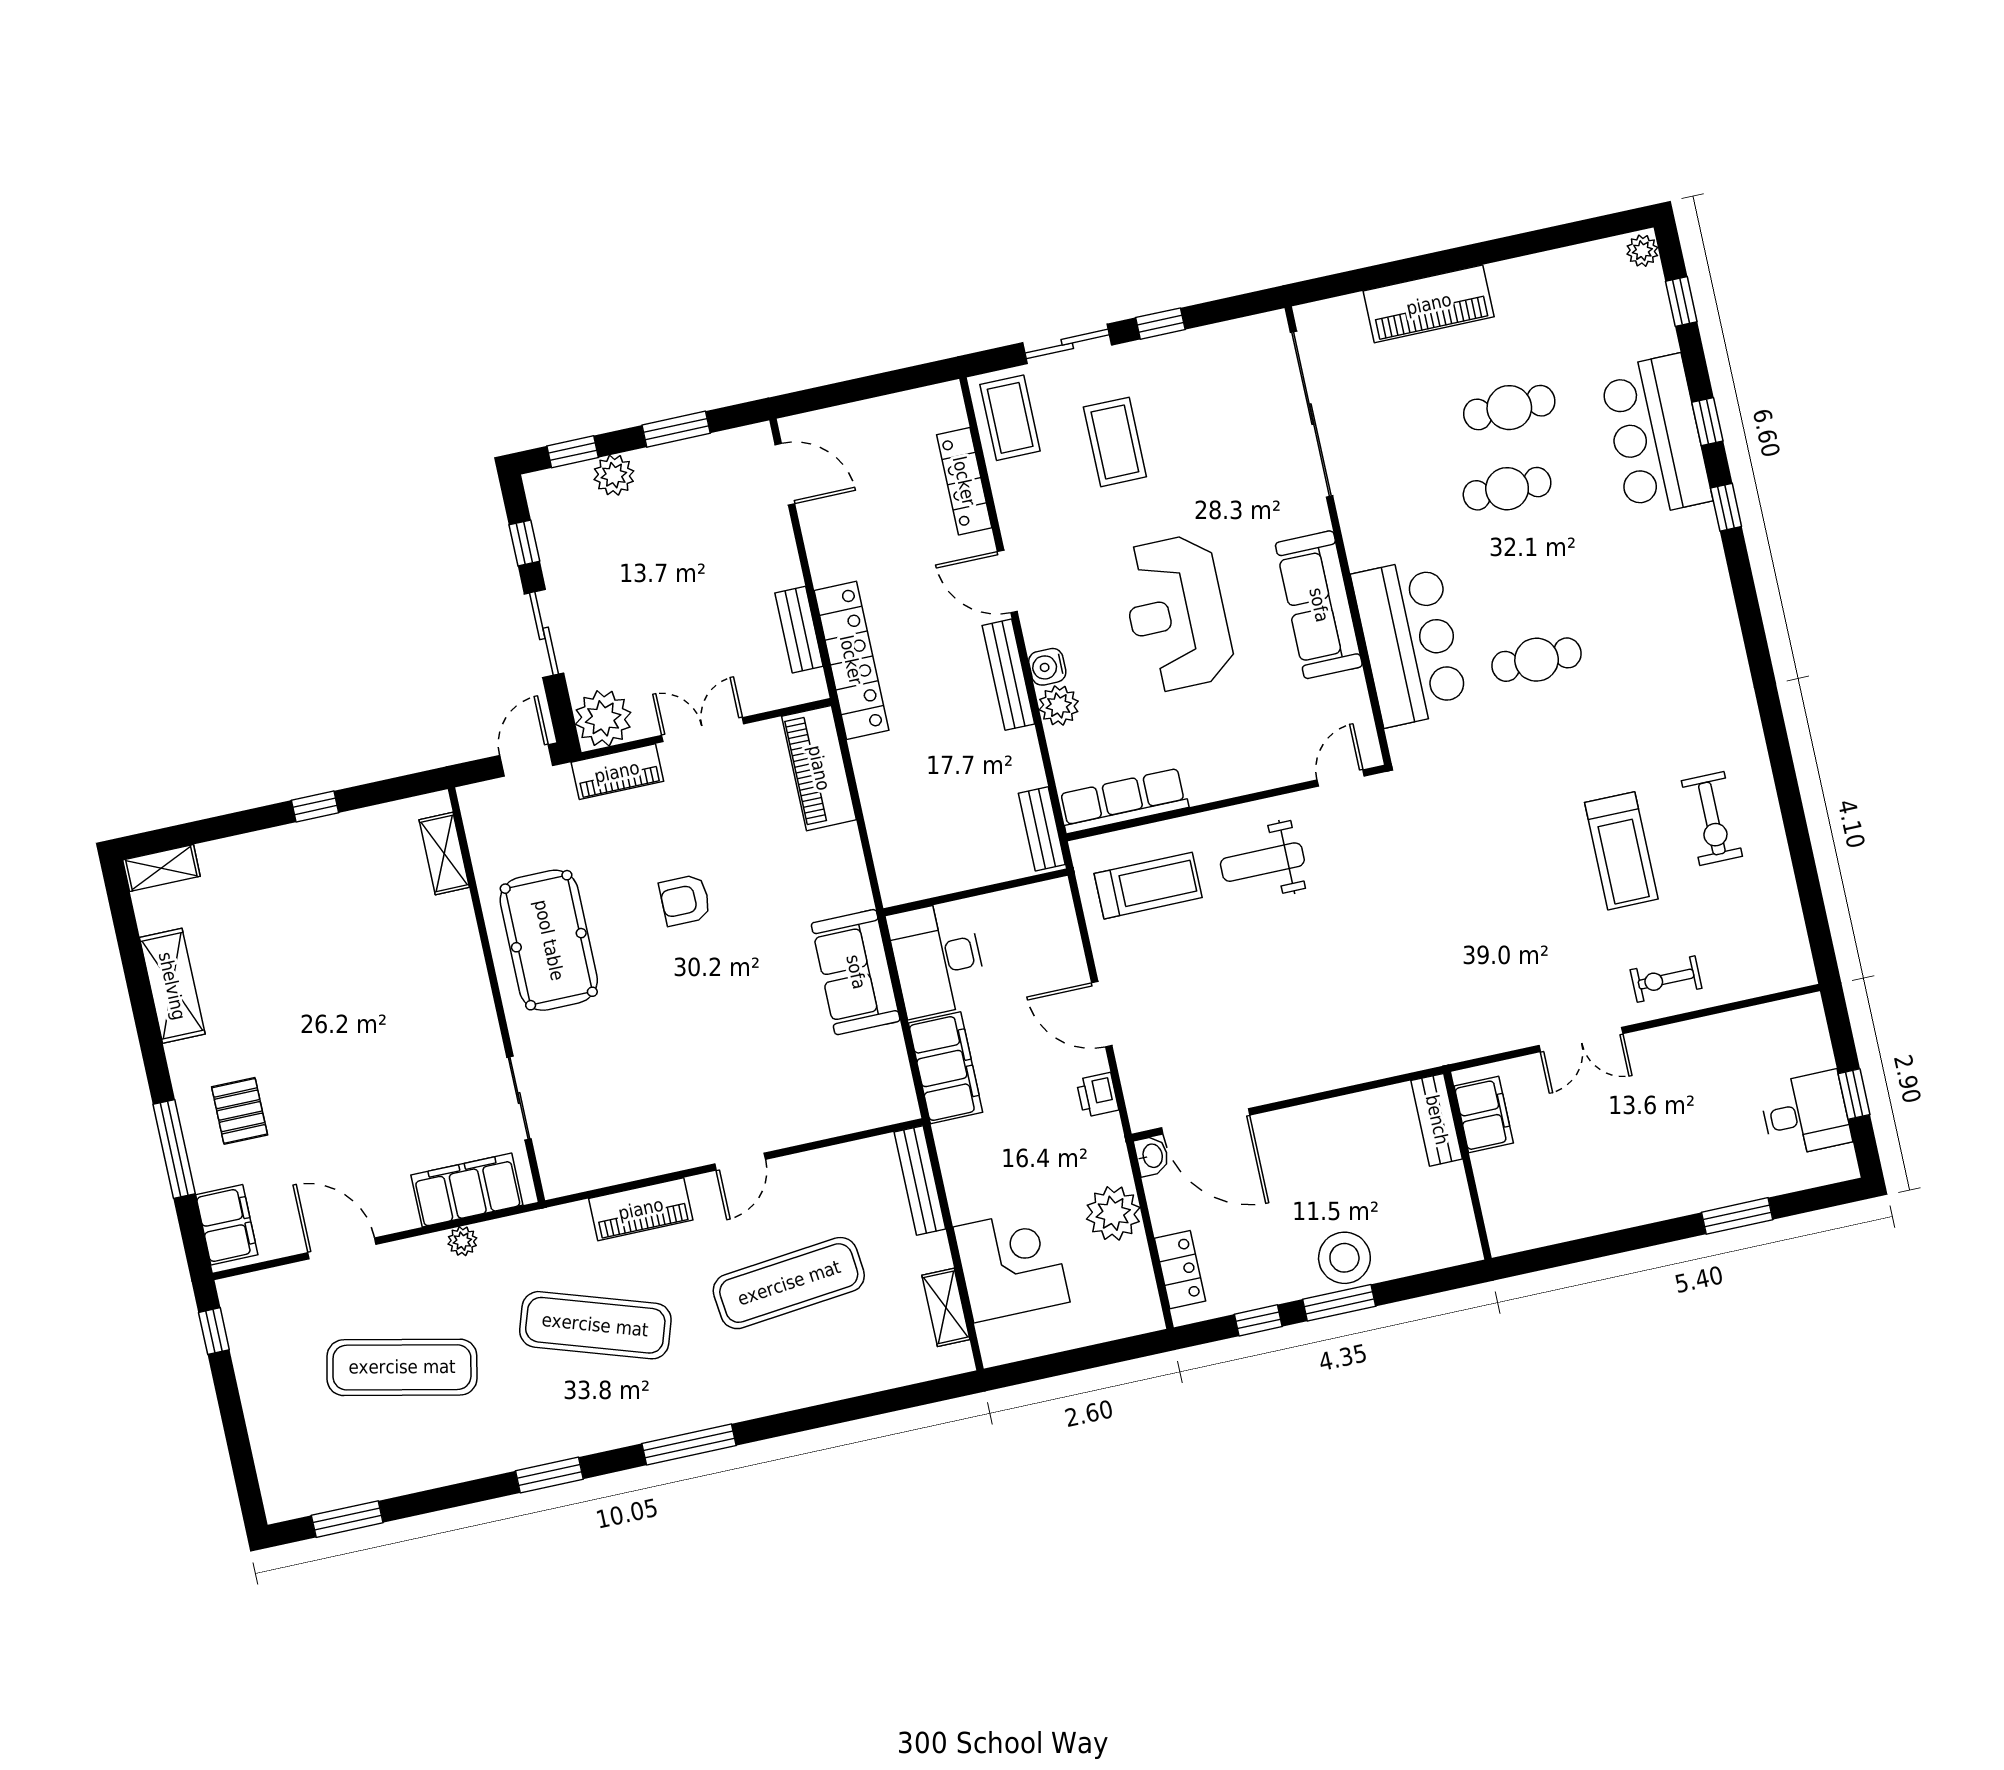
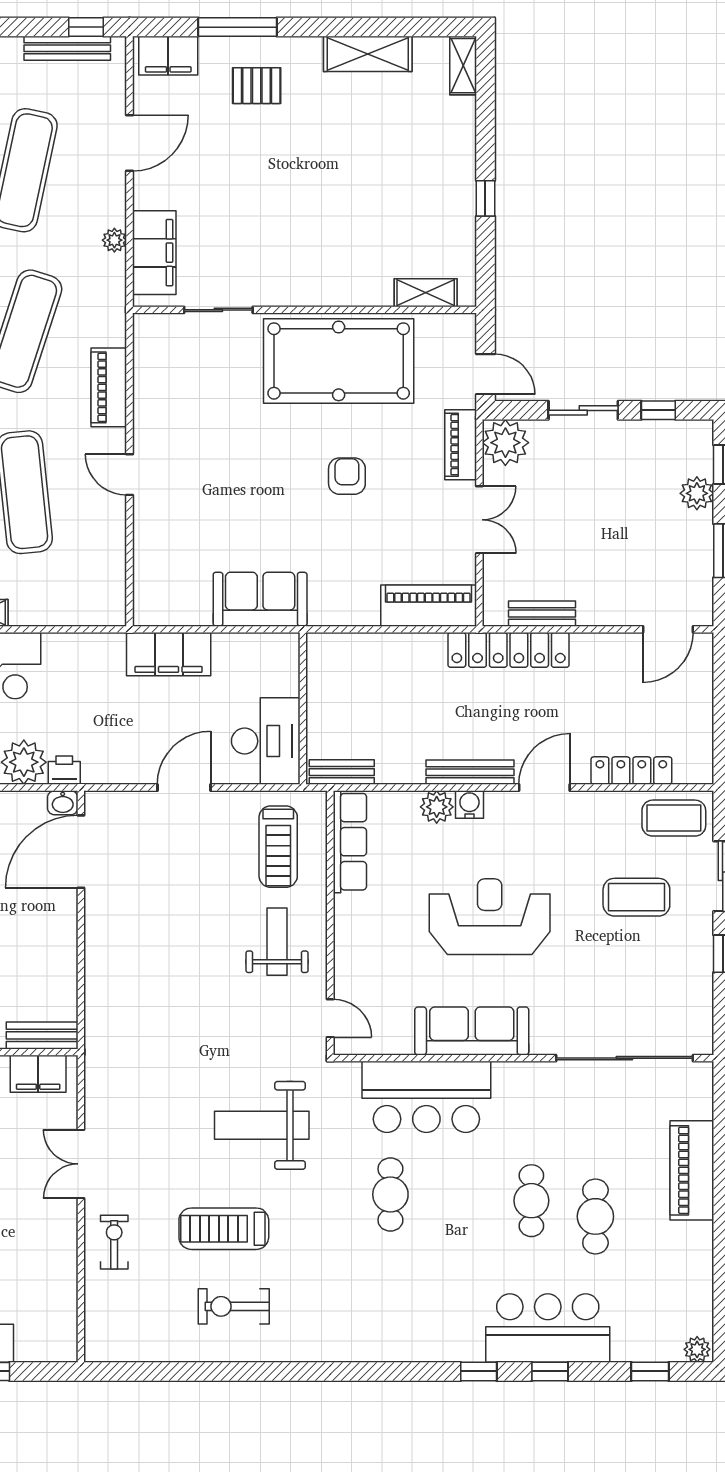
weight bench: (1487, 832) -> (262, 1125), added
pool table: (549, 940) -> (339, 361), width x1.36, depth x1.32
desk: (937, 959) -> (266, 741), moved, turned 90
printer: (1097, 1095) -> (64, 770), moved
bench: (920, 1181) -> (67, 48), moved

